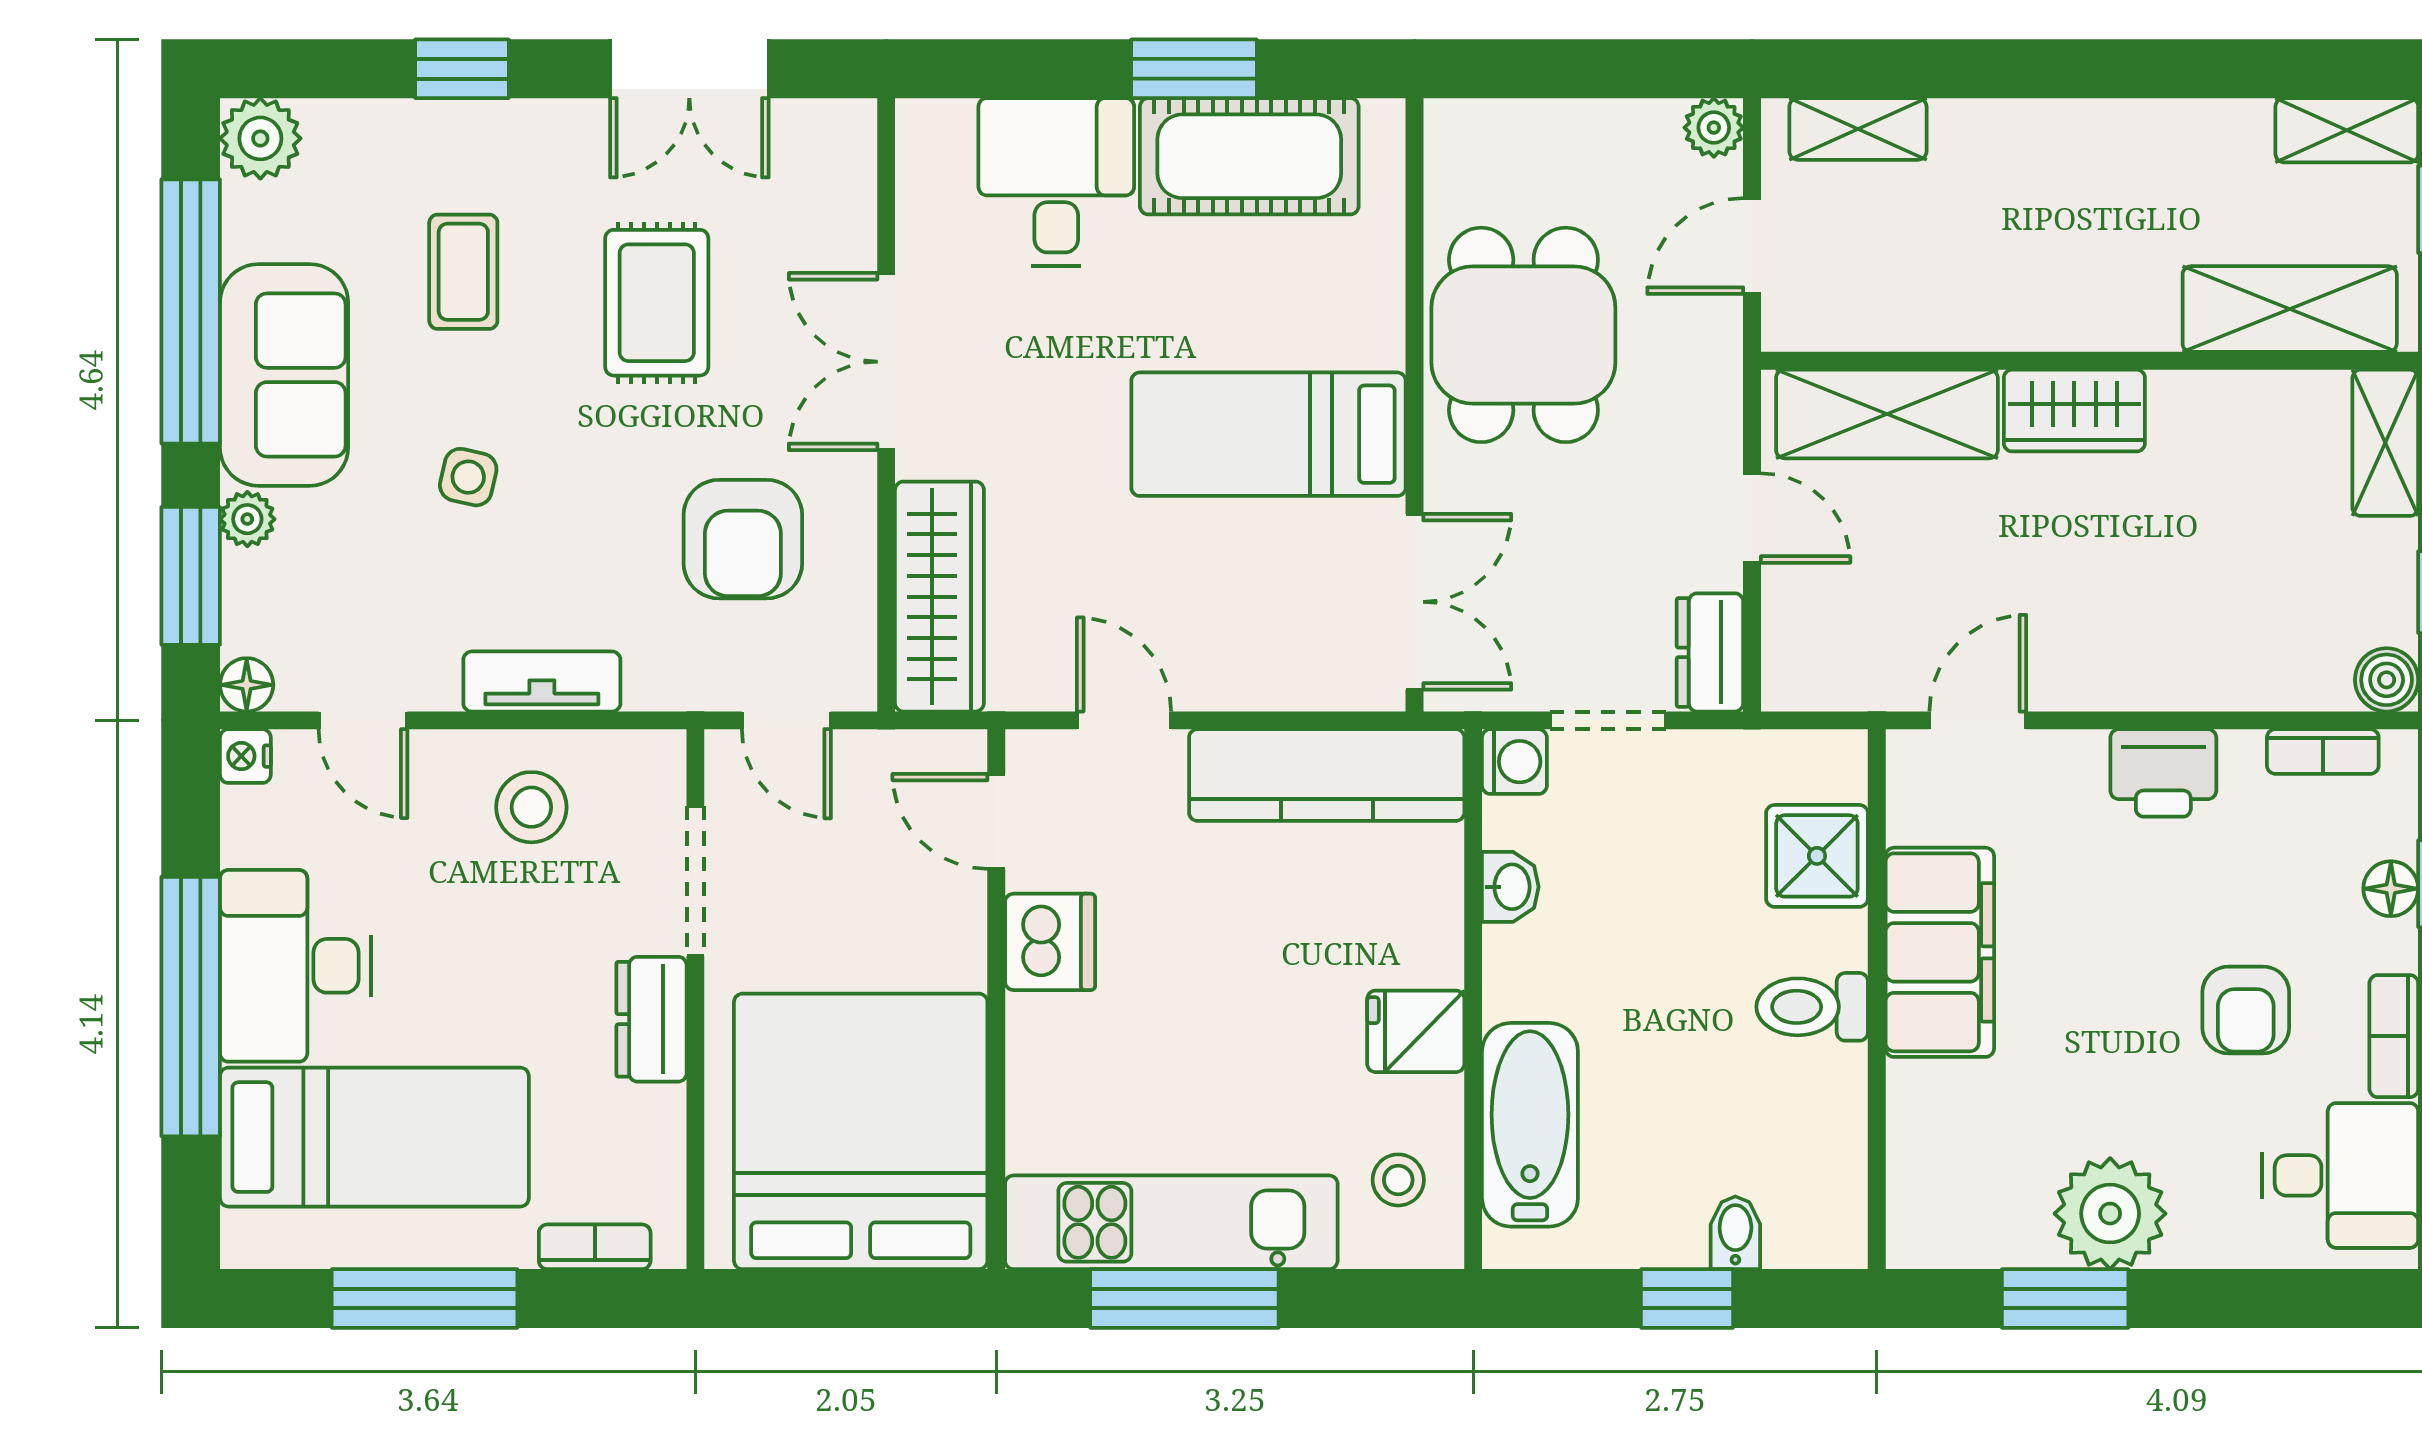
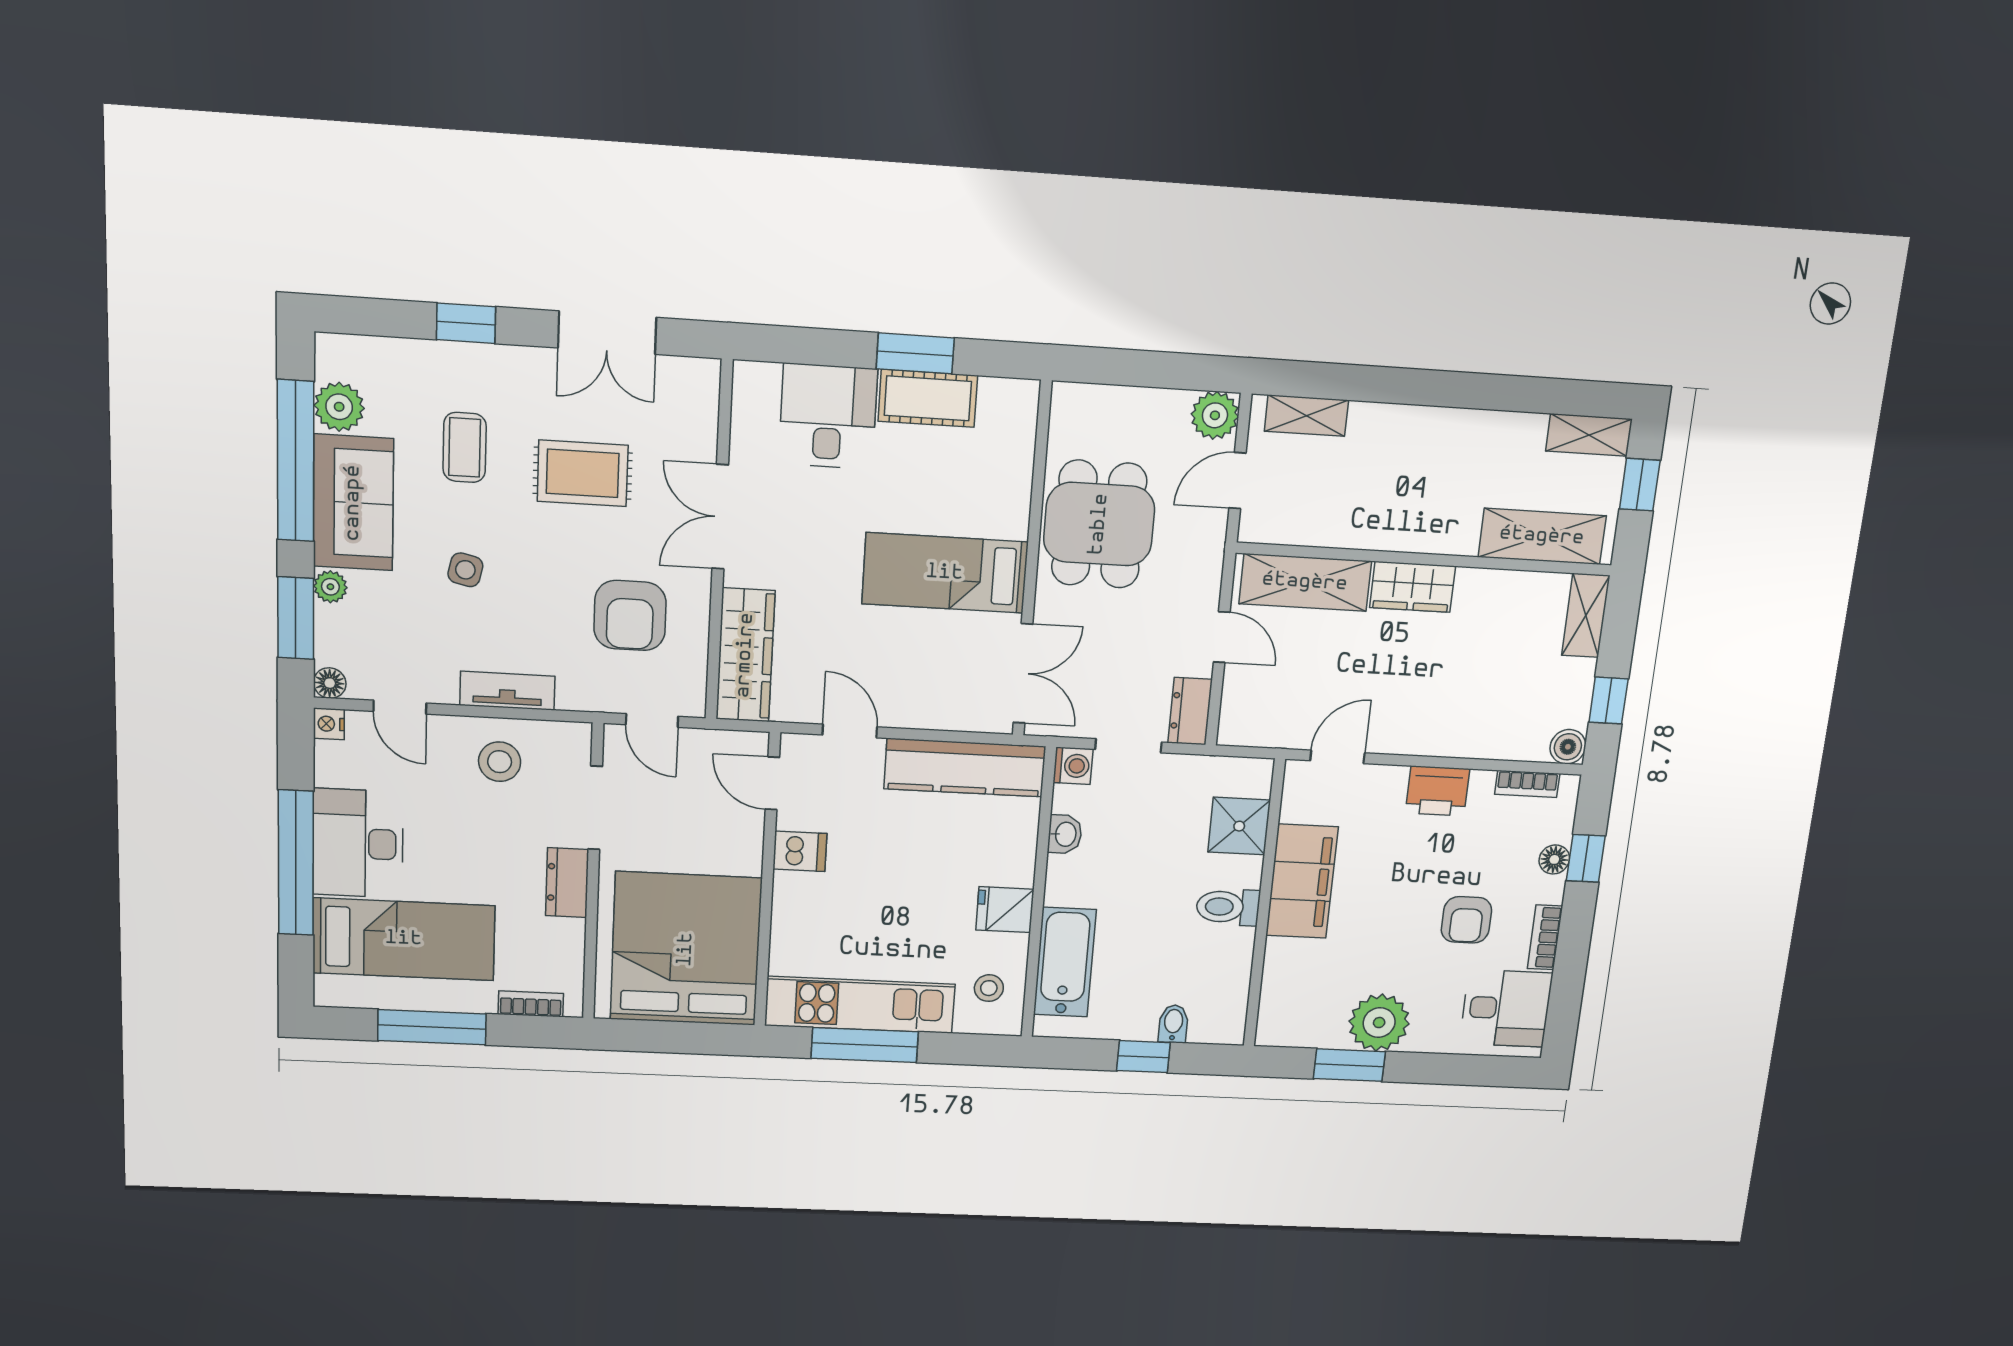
plant: (1714, 128) -> (1215, 415), width x1.38, depth x1.38
plant: (260, 138) -> (339, 407), moved
cot: (1249, 156) -> (928, 398), width x0.73, depth x0.75
rug: (657, 303) -> (583, 473), turned 90
dishwasher: (1050, 942) -> (800, 851), width x0.73

